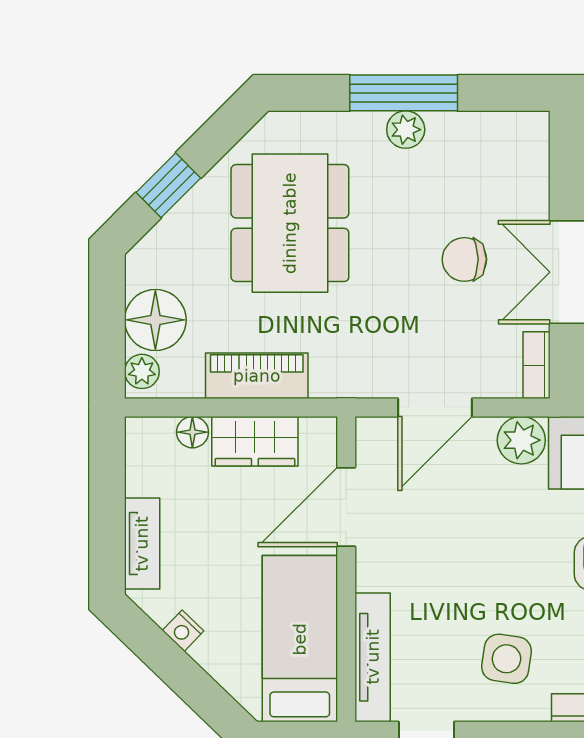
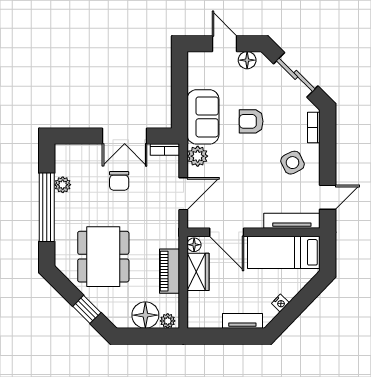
window: (404, 93) -> (47, 207), width x1.46
plant: (406, 130) -> (63, 185), moved
dining table: (290, 223) -> (103, 257), turned 90
door: (435, 407) -> (183, 194), hinge flipped
floor lamp: (192, 432) -> (194, 245), moved
side table: (506, 659) -> (293, 163), turned -34

